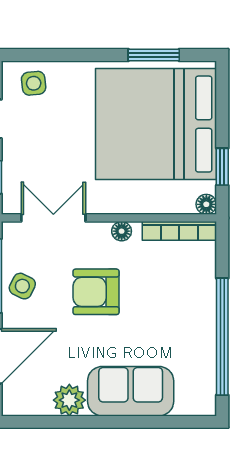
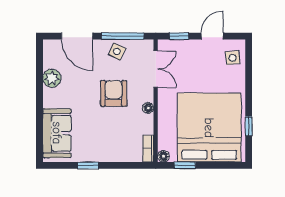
window: (154, 55) -> (249, 126), width x0.67
bookcase: (179, 231) -> (148, 149), width x0.64
window: (222, 337) -> (88, 165), width x0.32
sofa: (131, 391) -> (57, 133), moved

